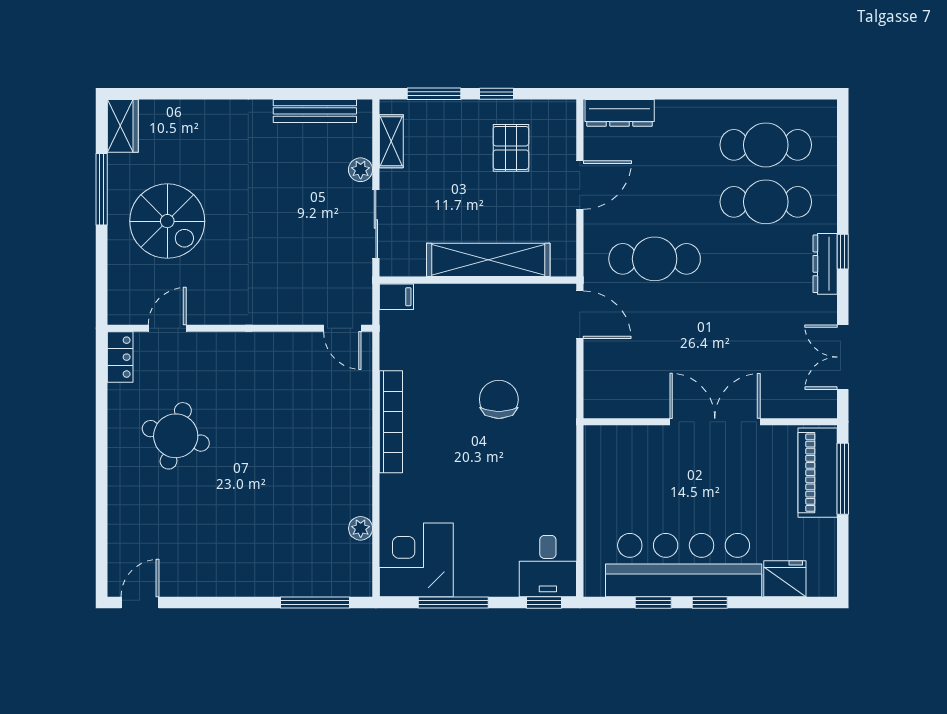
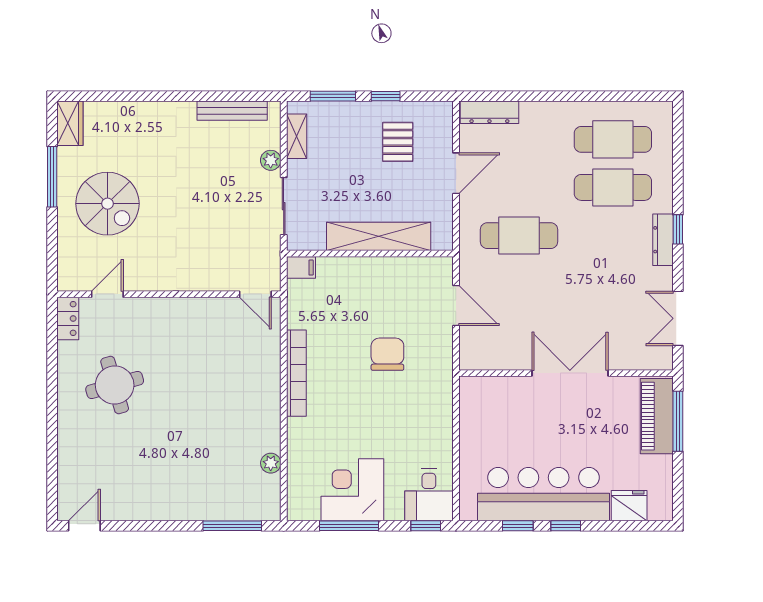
door: (580, 315) -> (456, 305), moved
round table: (176, 436) -> (115, 385), turned -32
corner desk: (416, 560) -> (352, 490), moved

